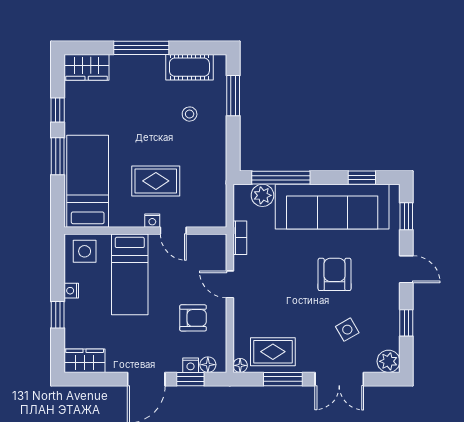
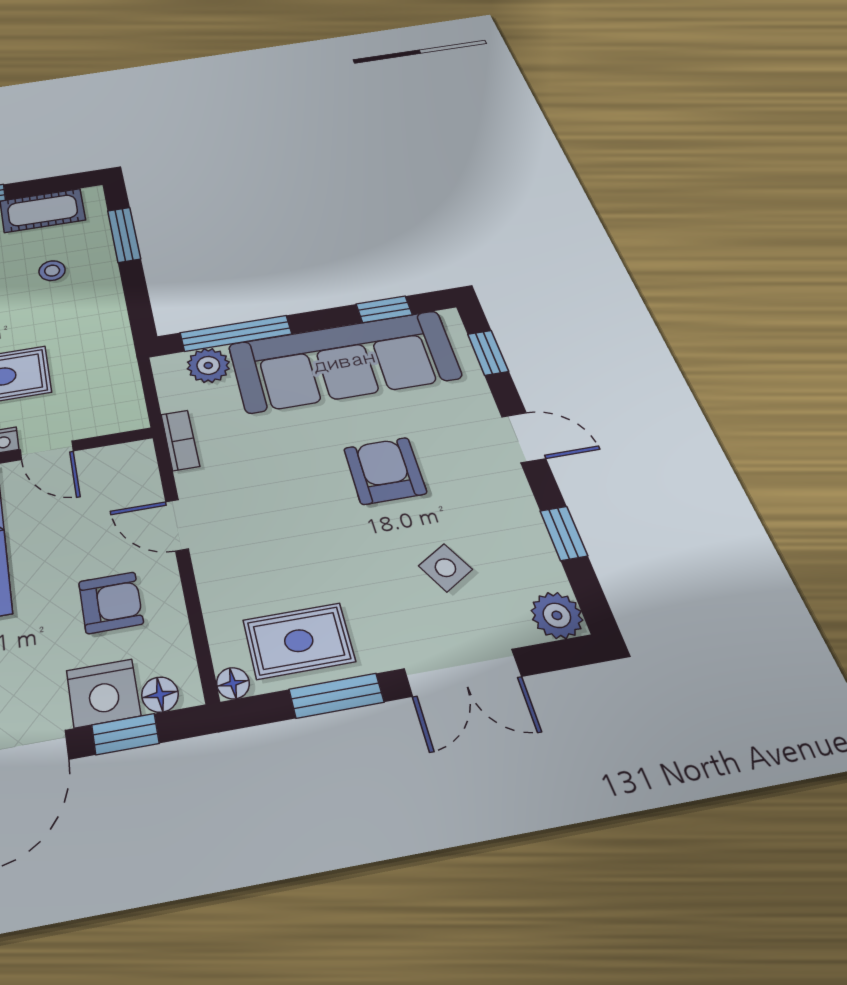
nightstand: (191, 365) -> (103, 693), width x1.89, depth x1.79

